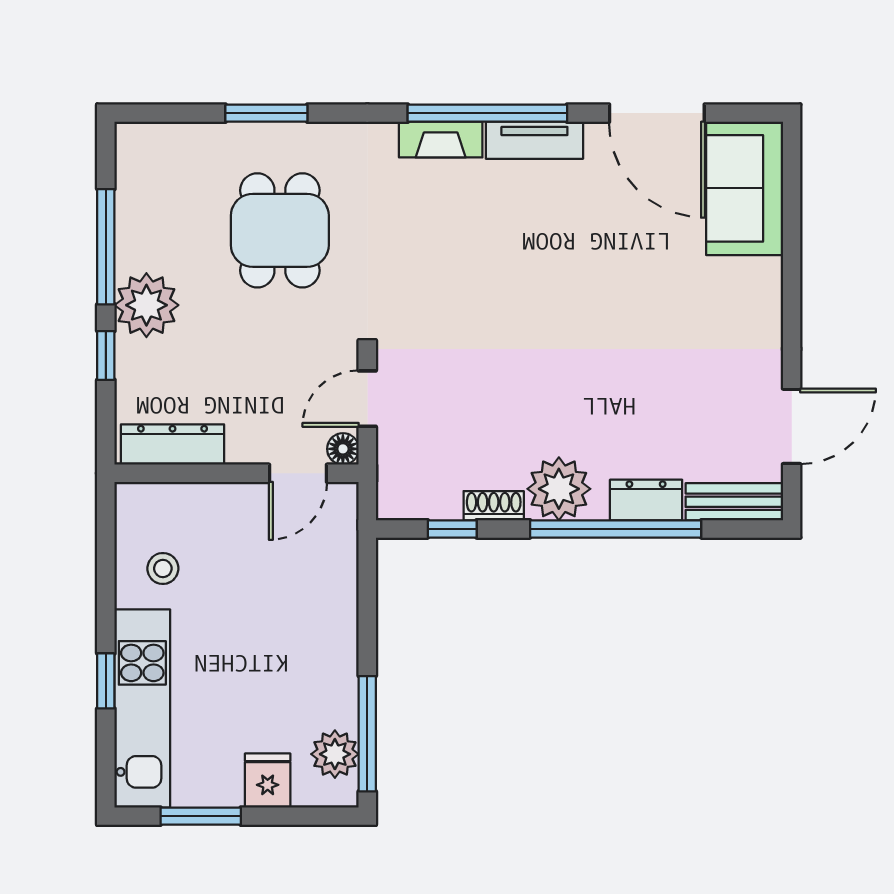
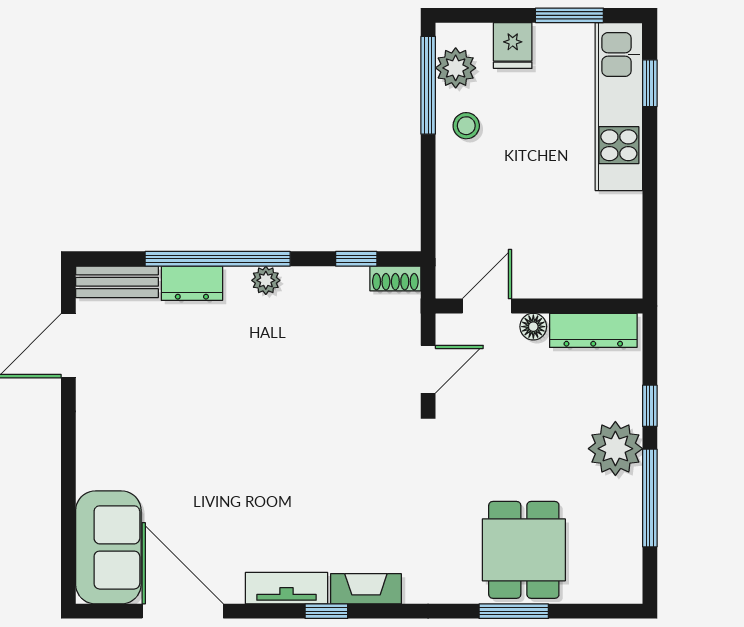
window: (487, 113) -> (326, 611), width x0.32
dining table: (280, 230) -> (524, 550), moved
floor lamp: (343, 449) -> (533, 327), moved
plant: (559, 489) -> (266, 280), width x0.53, depth x0.53
shoe rack: (494, 506) -> (395, 278), moved
stool: (163, 568) -> (466, 126), moved
window: (106, 681) -> (650, 83), moved

